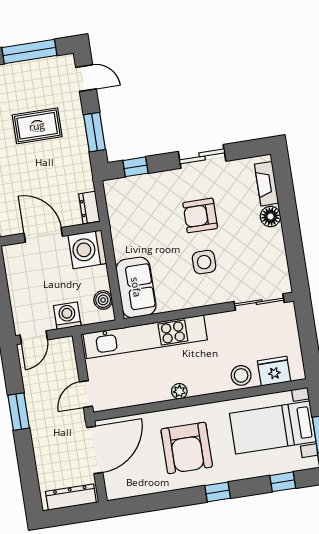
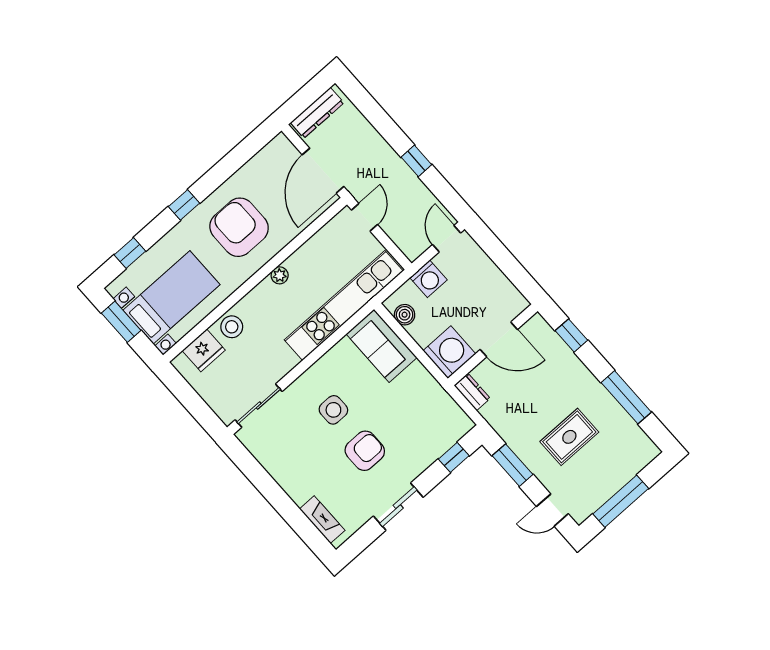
floor lamp: (270, 216) -> (299, 492), removed
window: (19, 412) -> (416, 161), width x0.67

